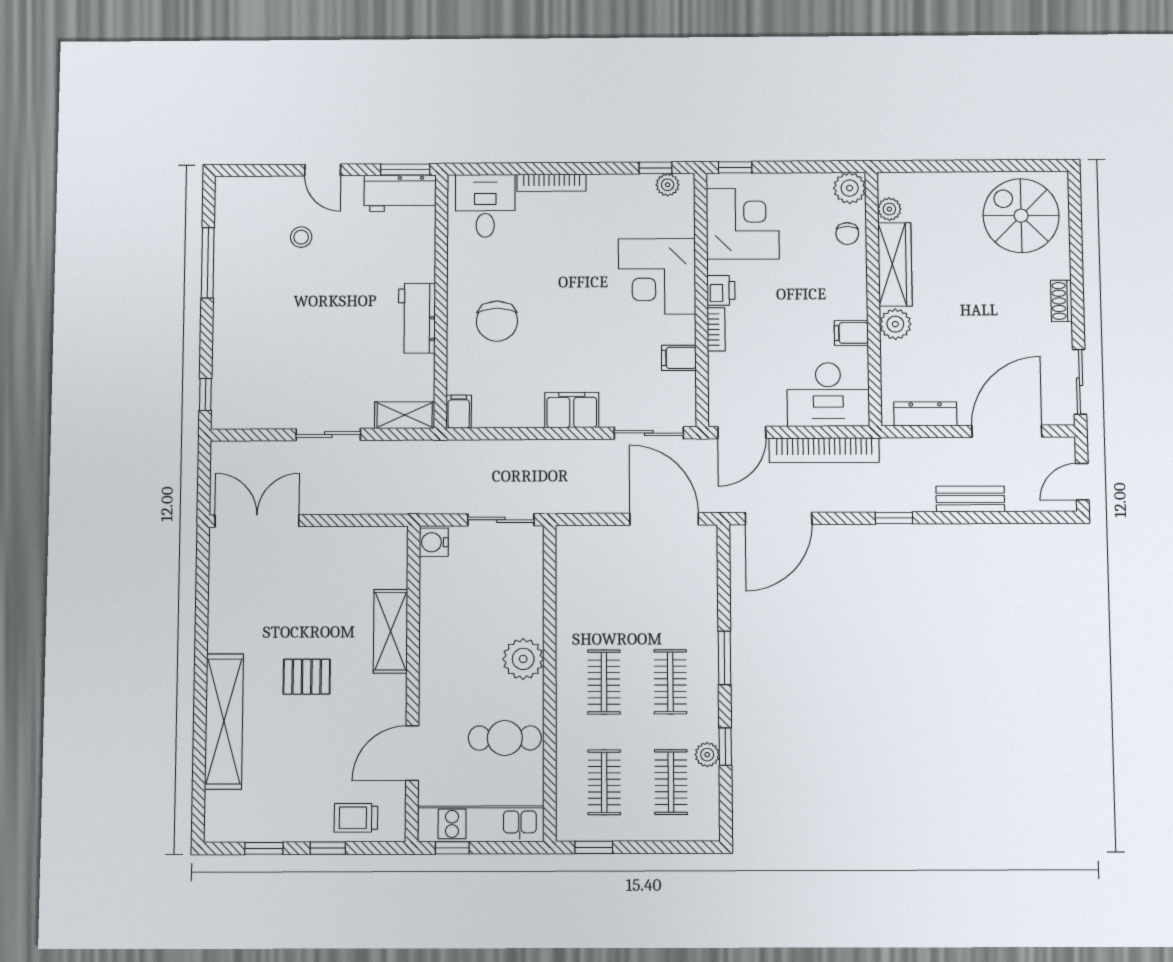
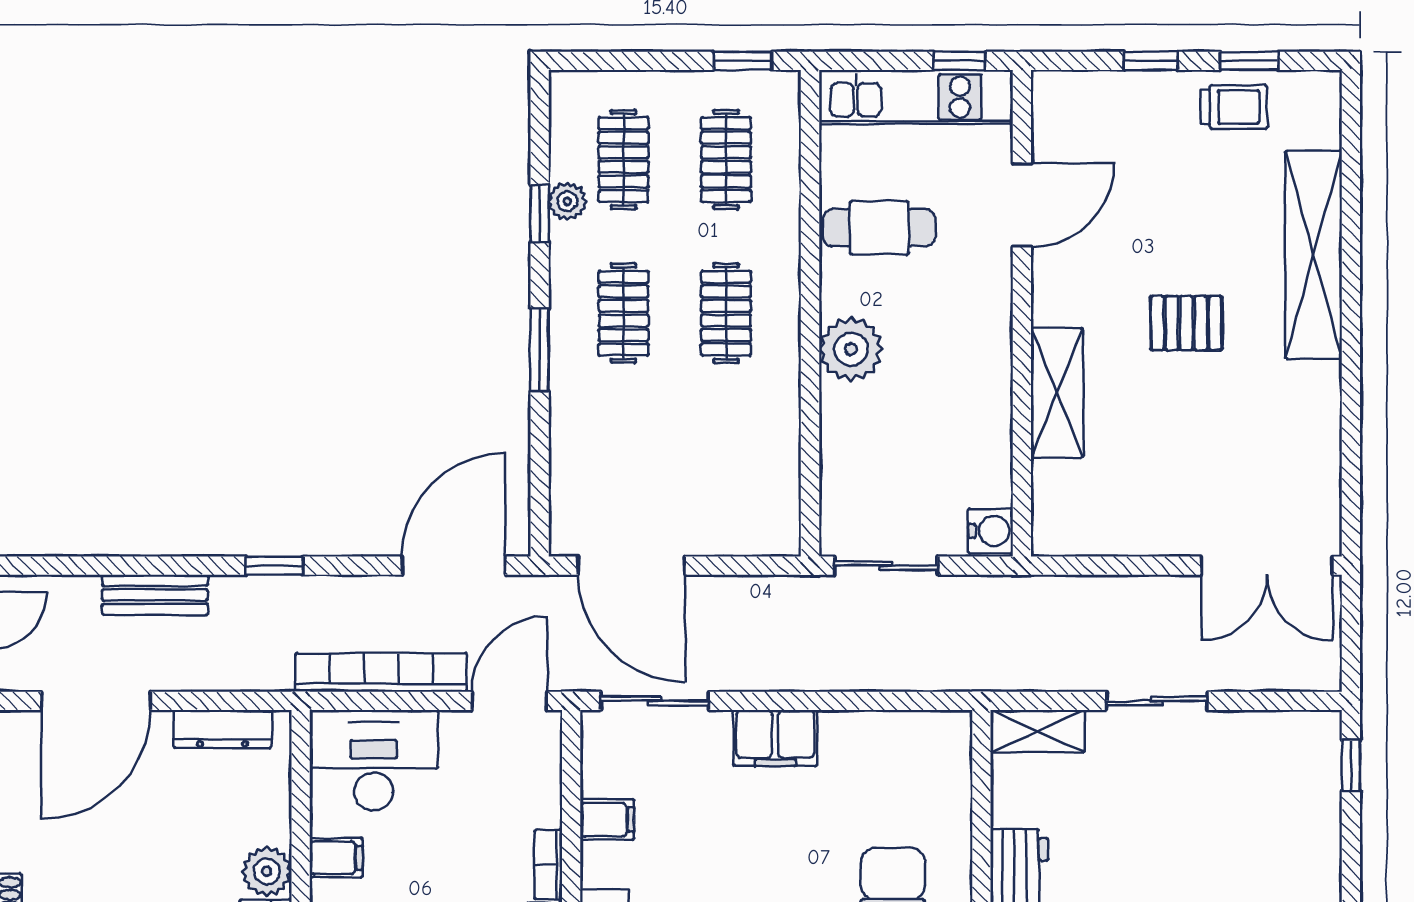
filing cabinet: (459, 412) -> (953, 736), removed
trolley: (356, 818) -> (1234, 107), moved

